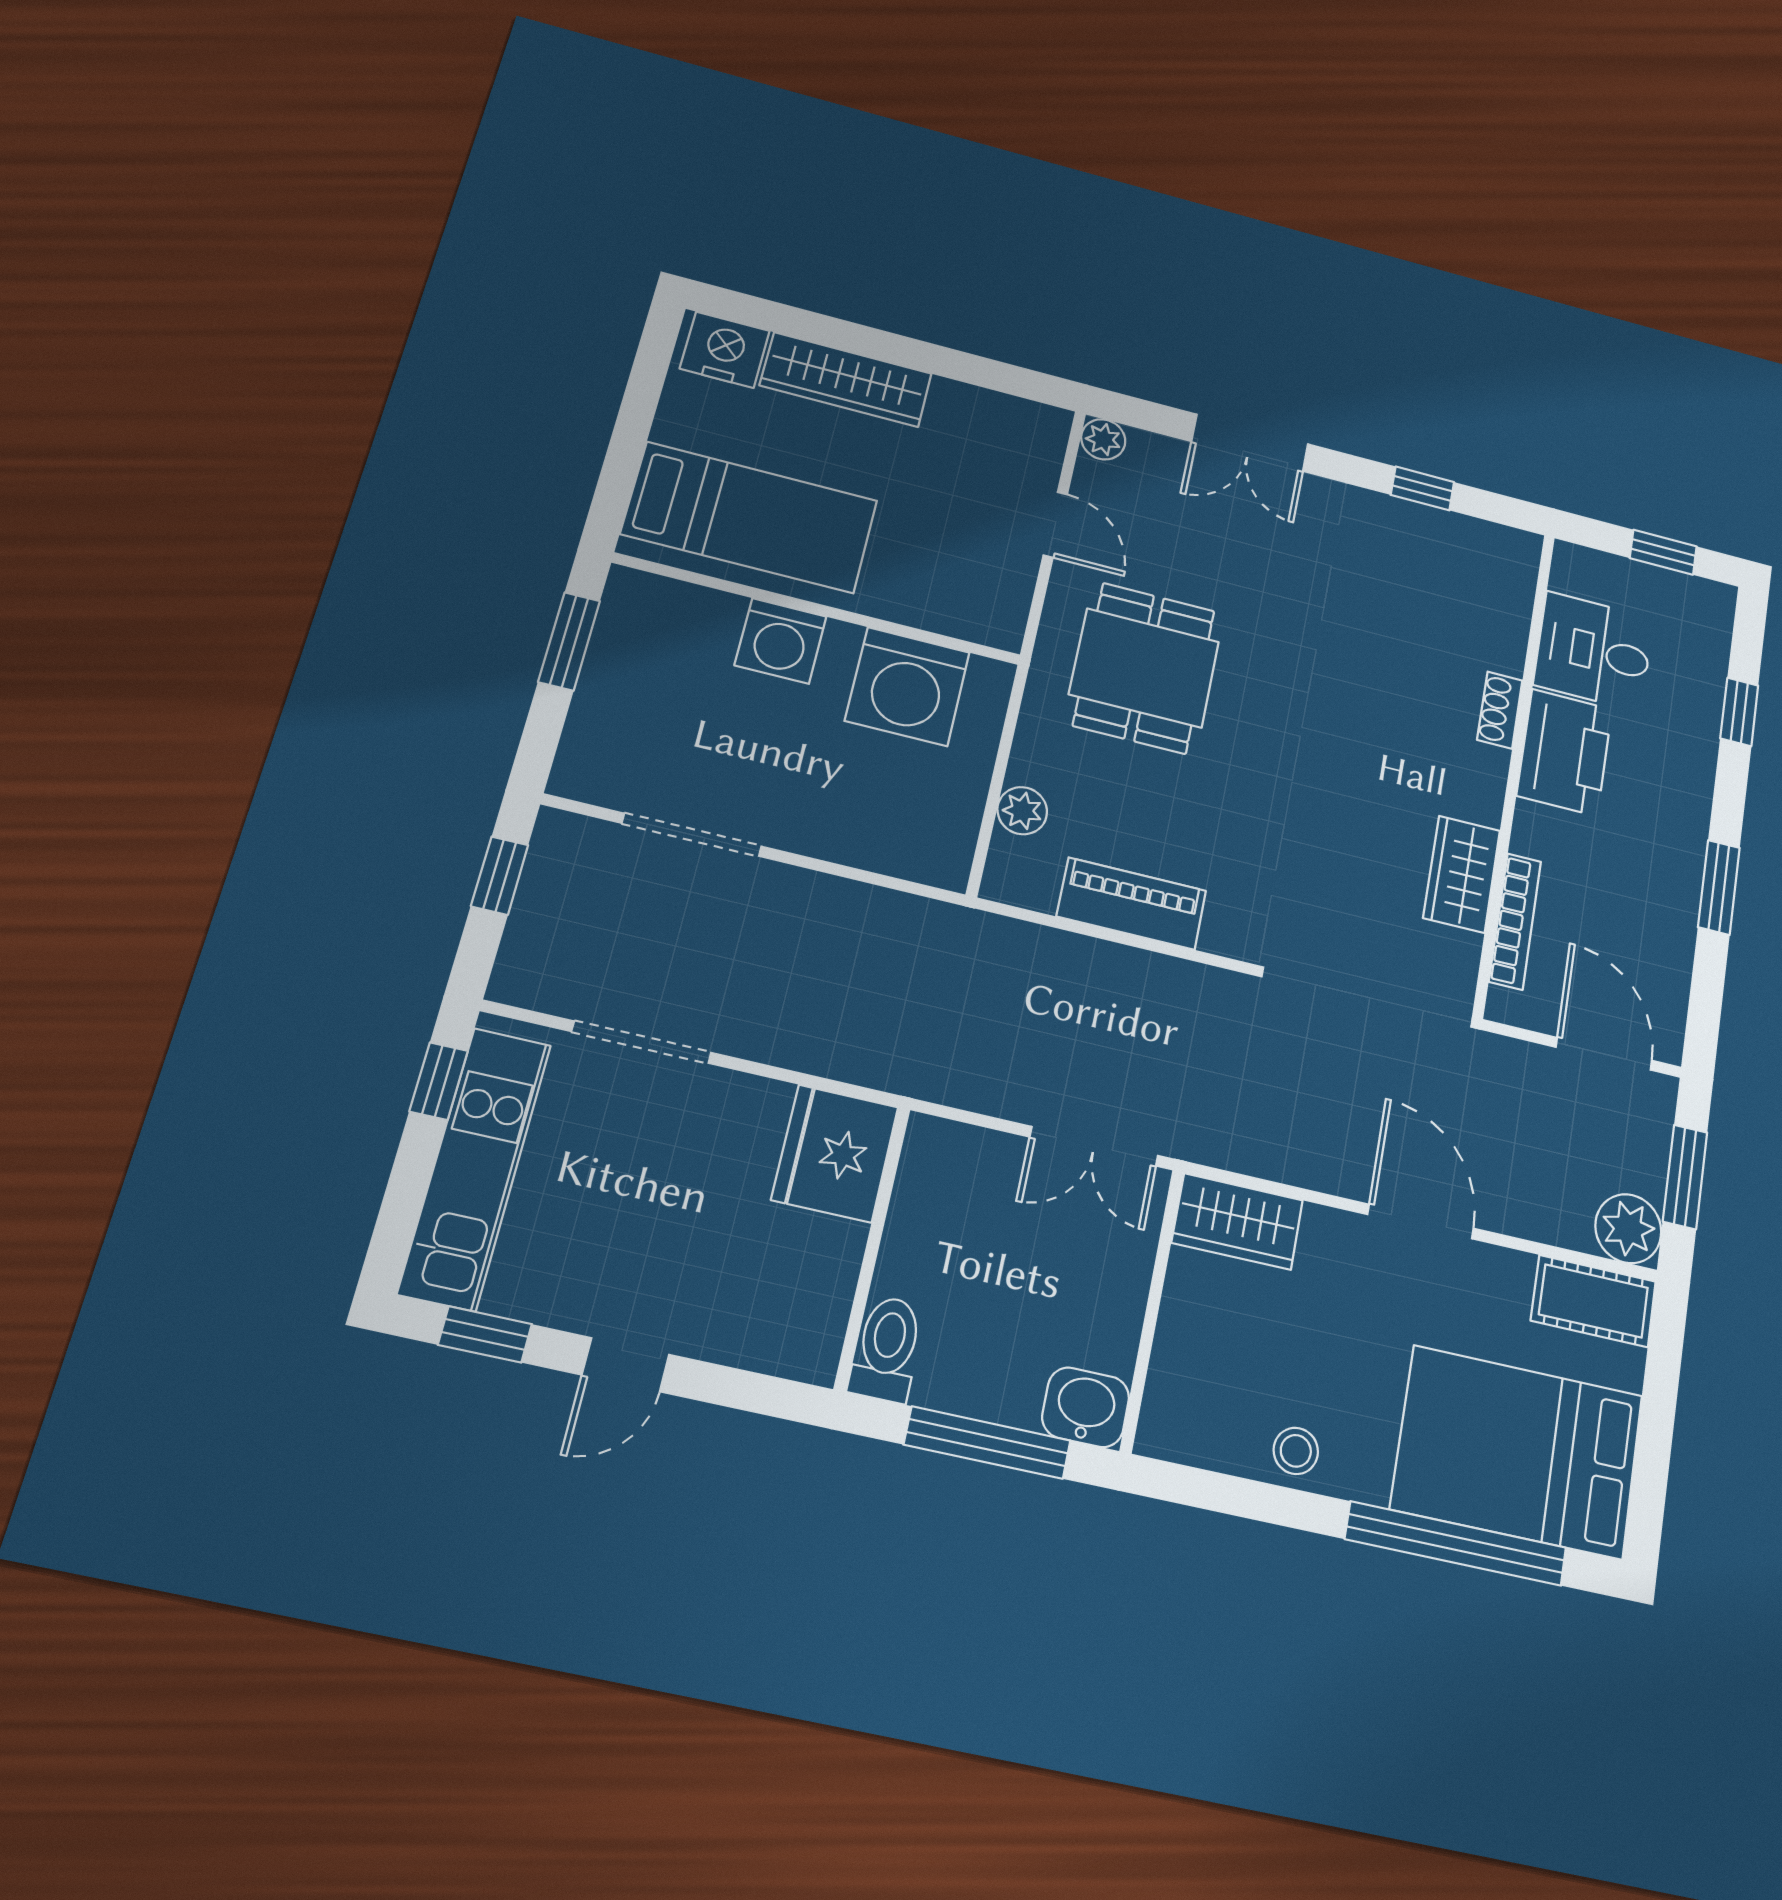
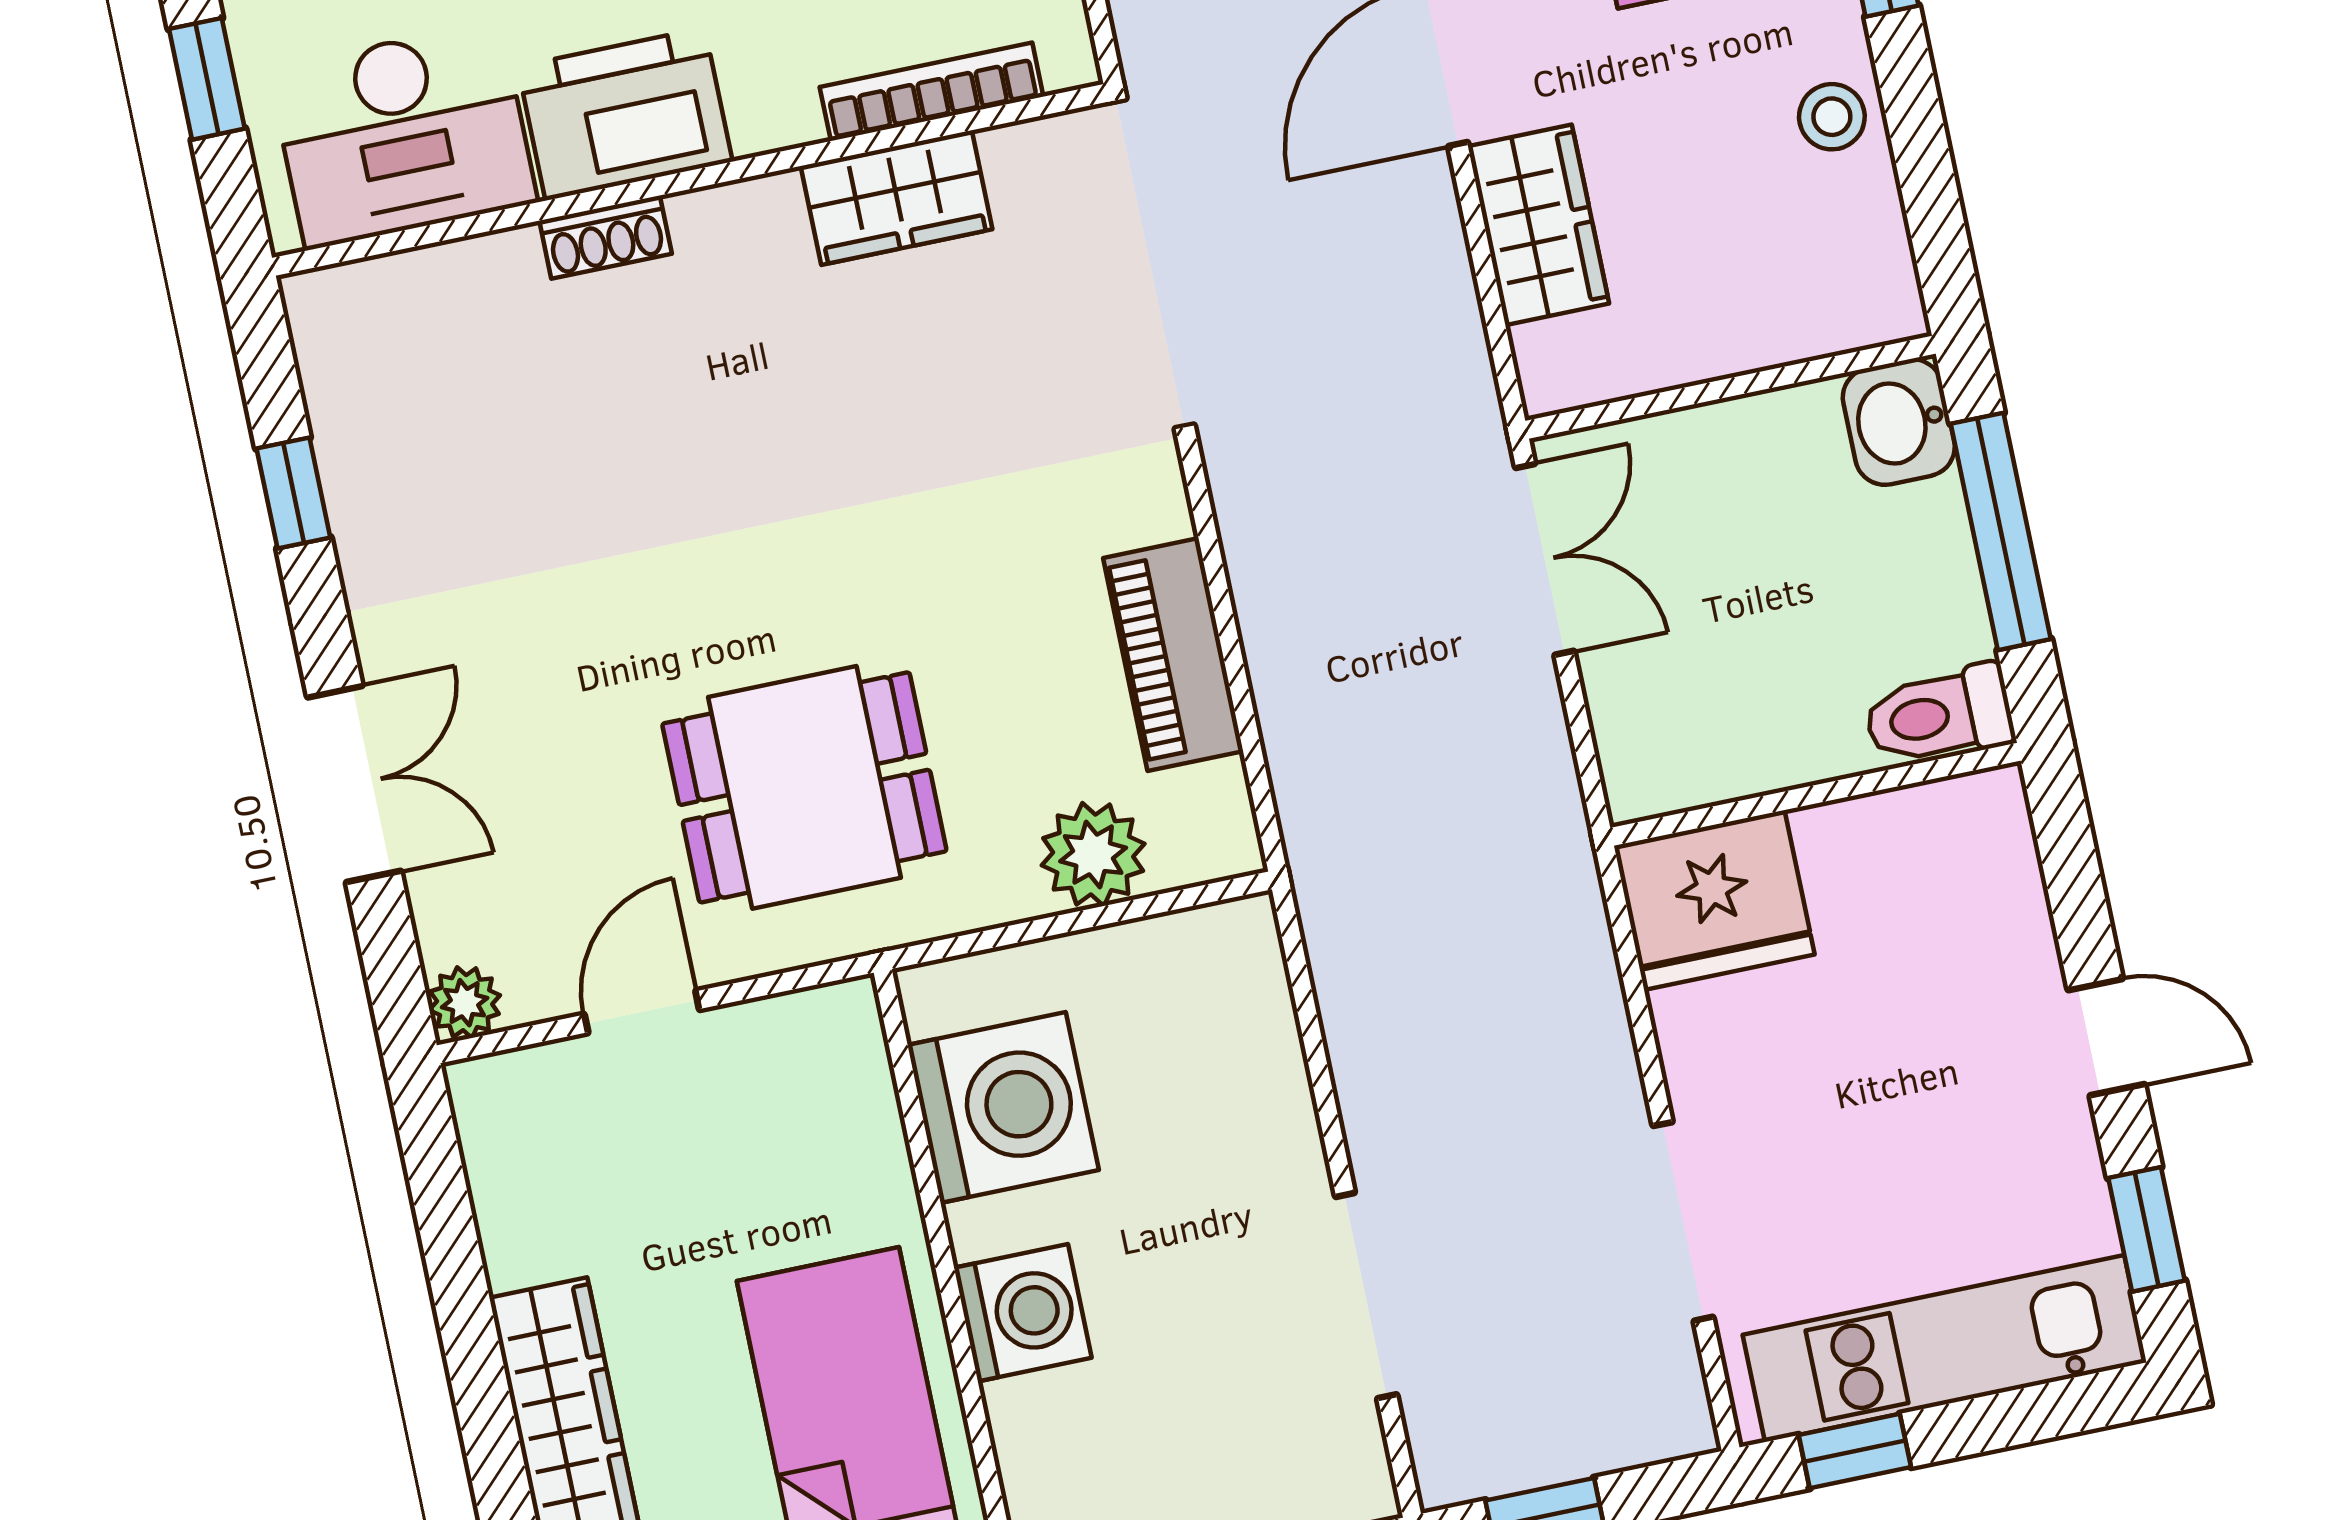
desk: (1594, 651) -> (403, 135), width x1.37
plant: (1022, 811) -> (1093, 855), width x1.38, depth x1.38
wardrobe: (1237, 1221) -> (1538, 225), moved

